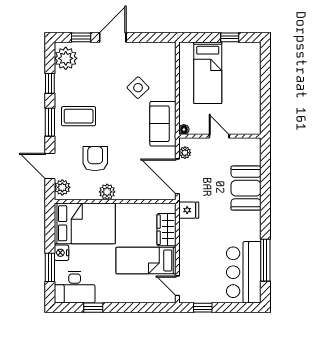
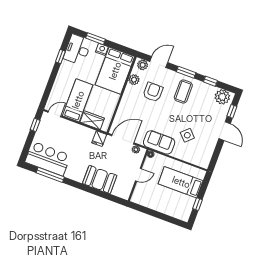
armchair: (95, 159) -> (153, 92), turned -90
plant: (107, 192) -> (134, 80), moved

